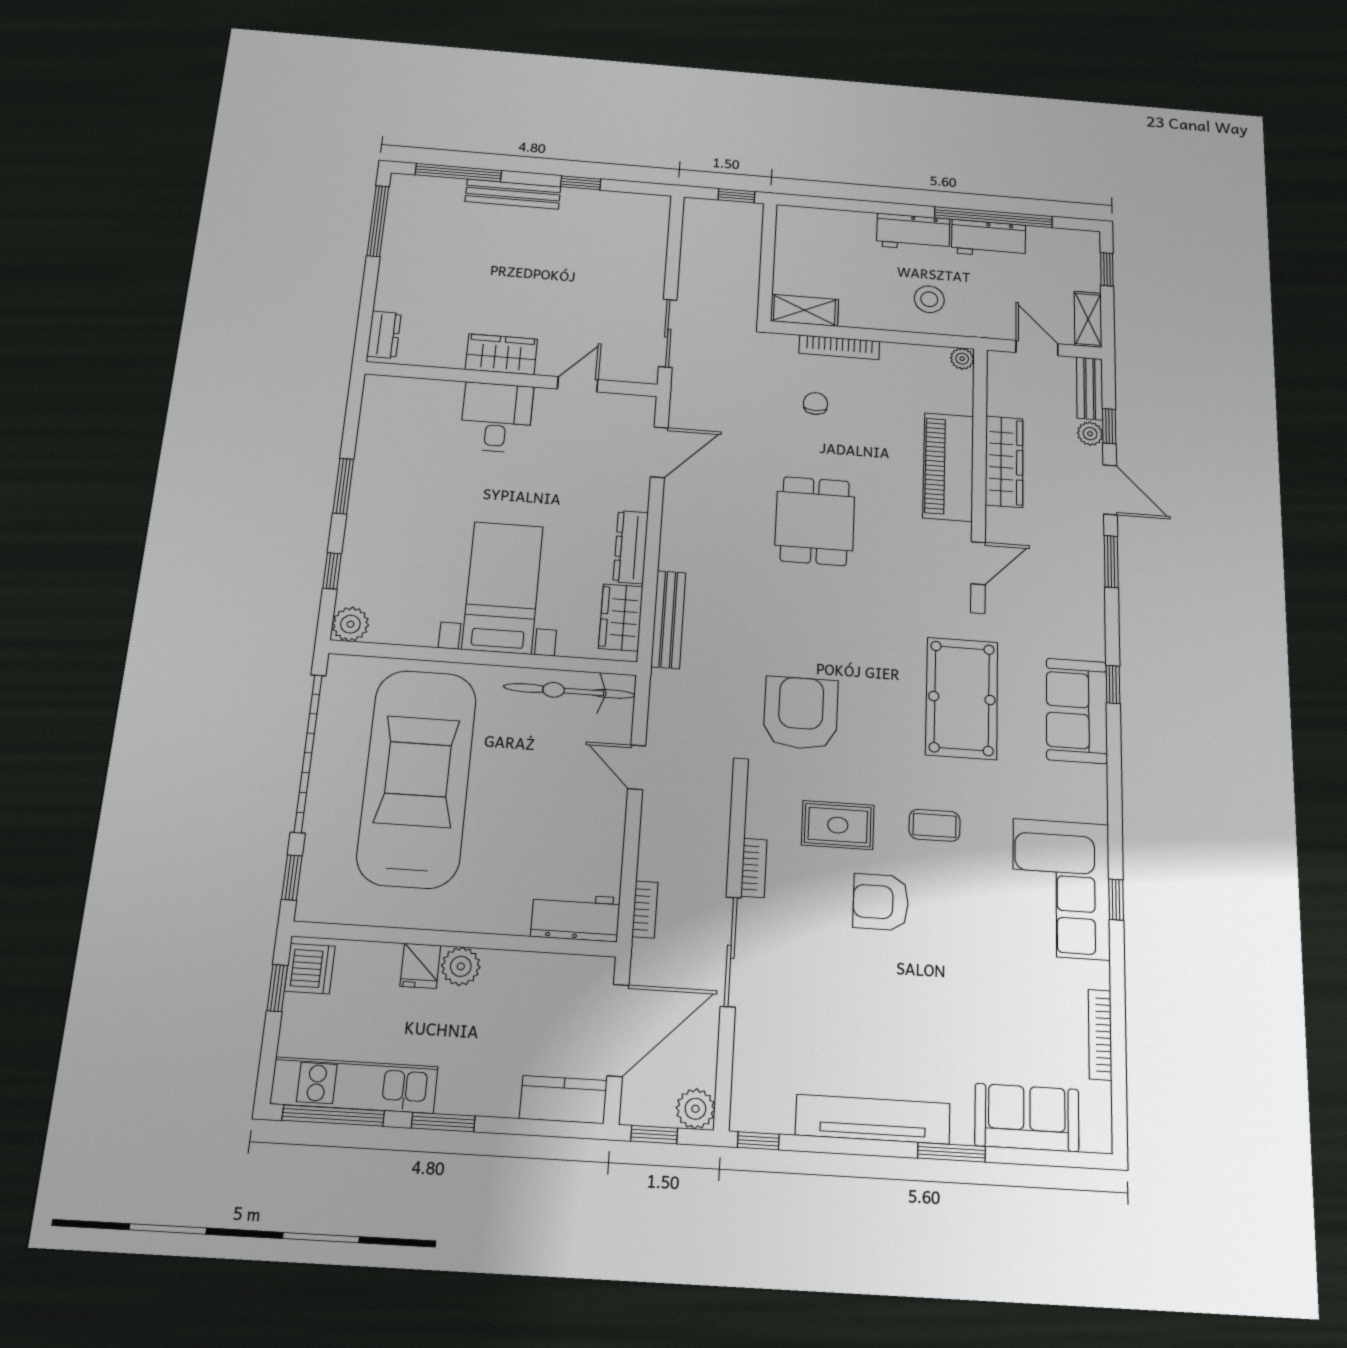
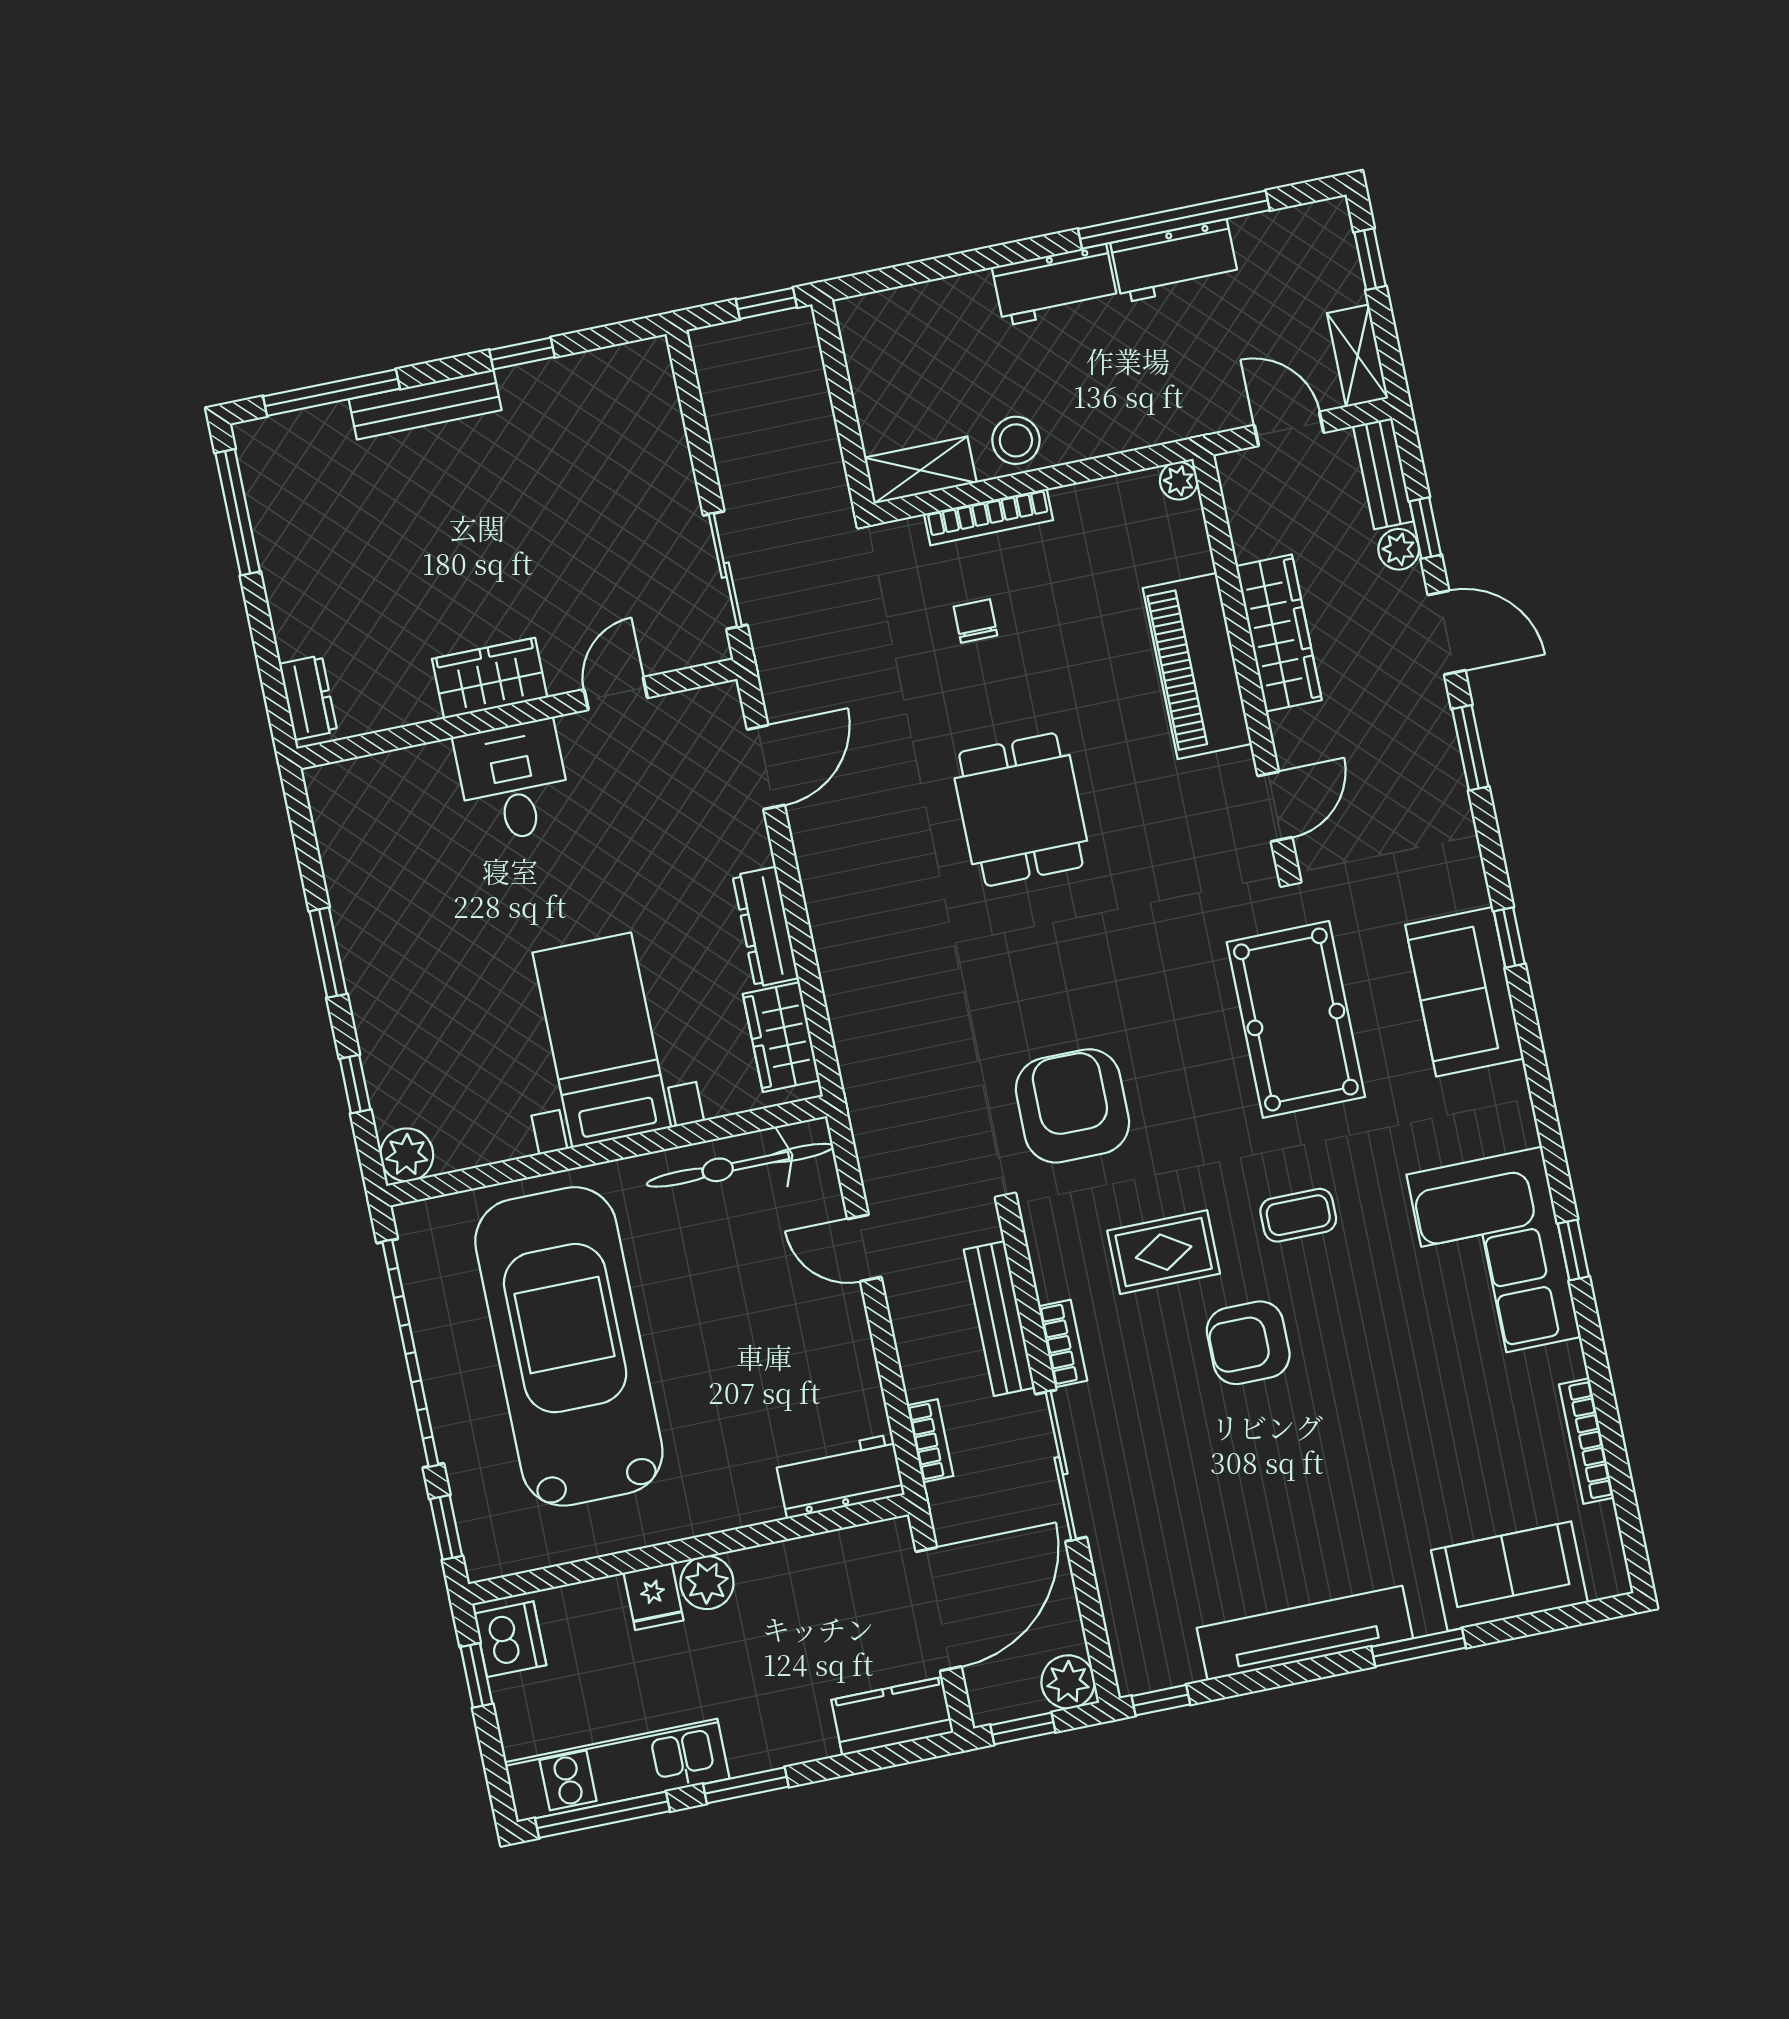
stool: (929, 299) -> (1016, 440), moved
bench: (668, 619) -> (999, 1319), moved

